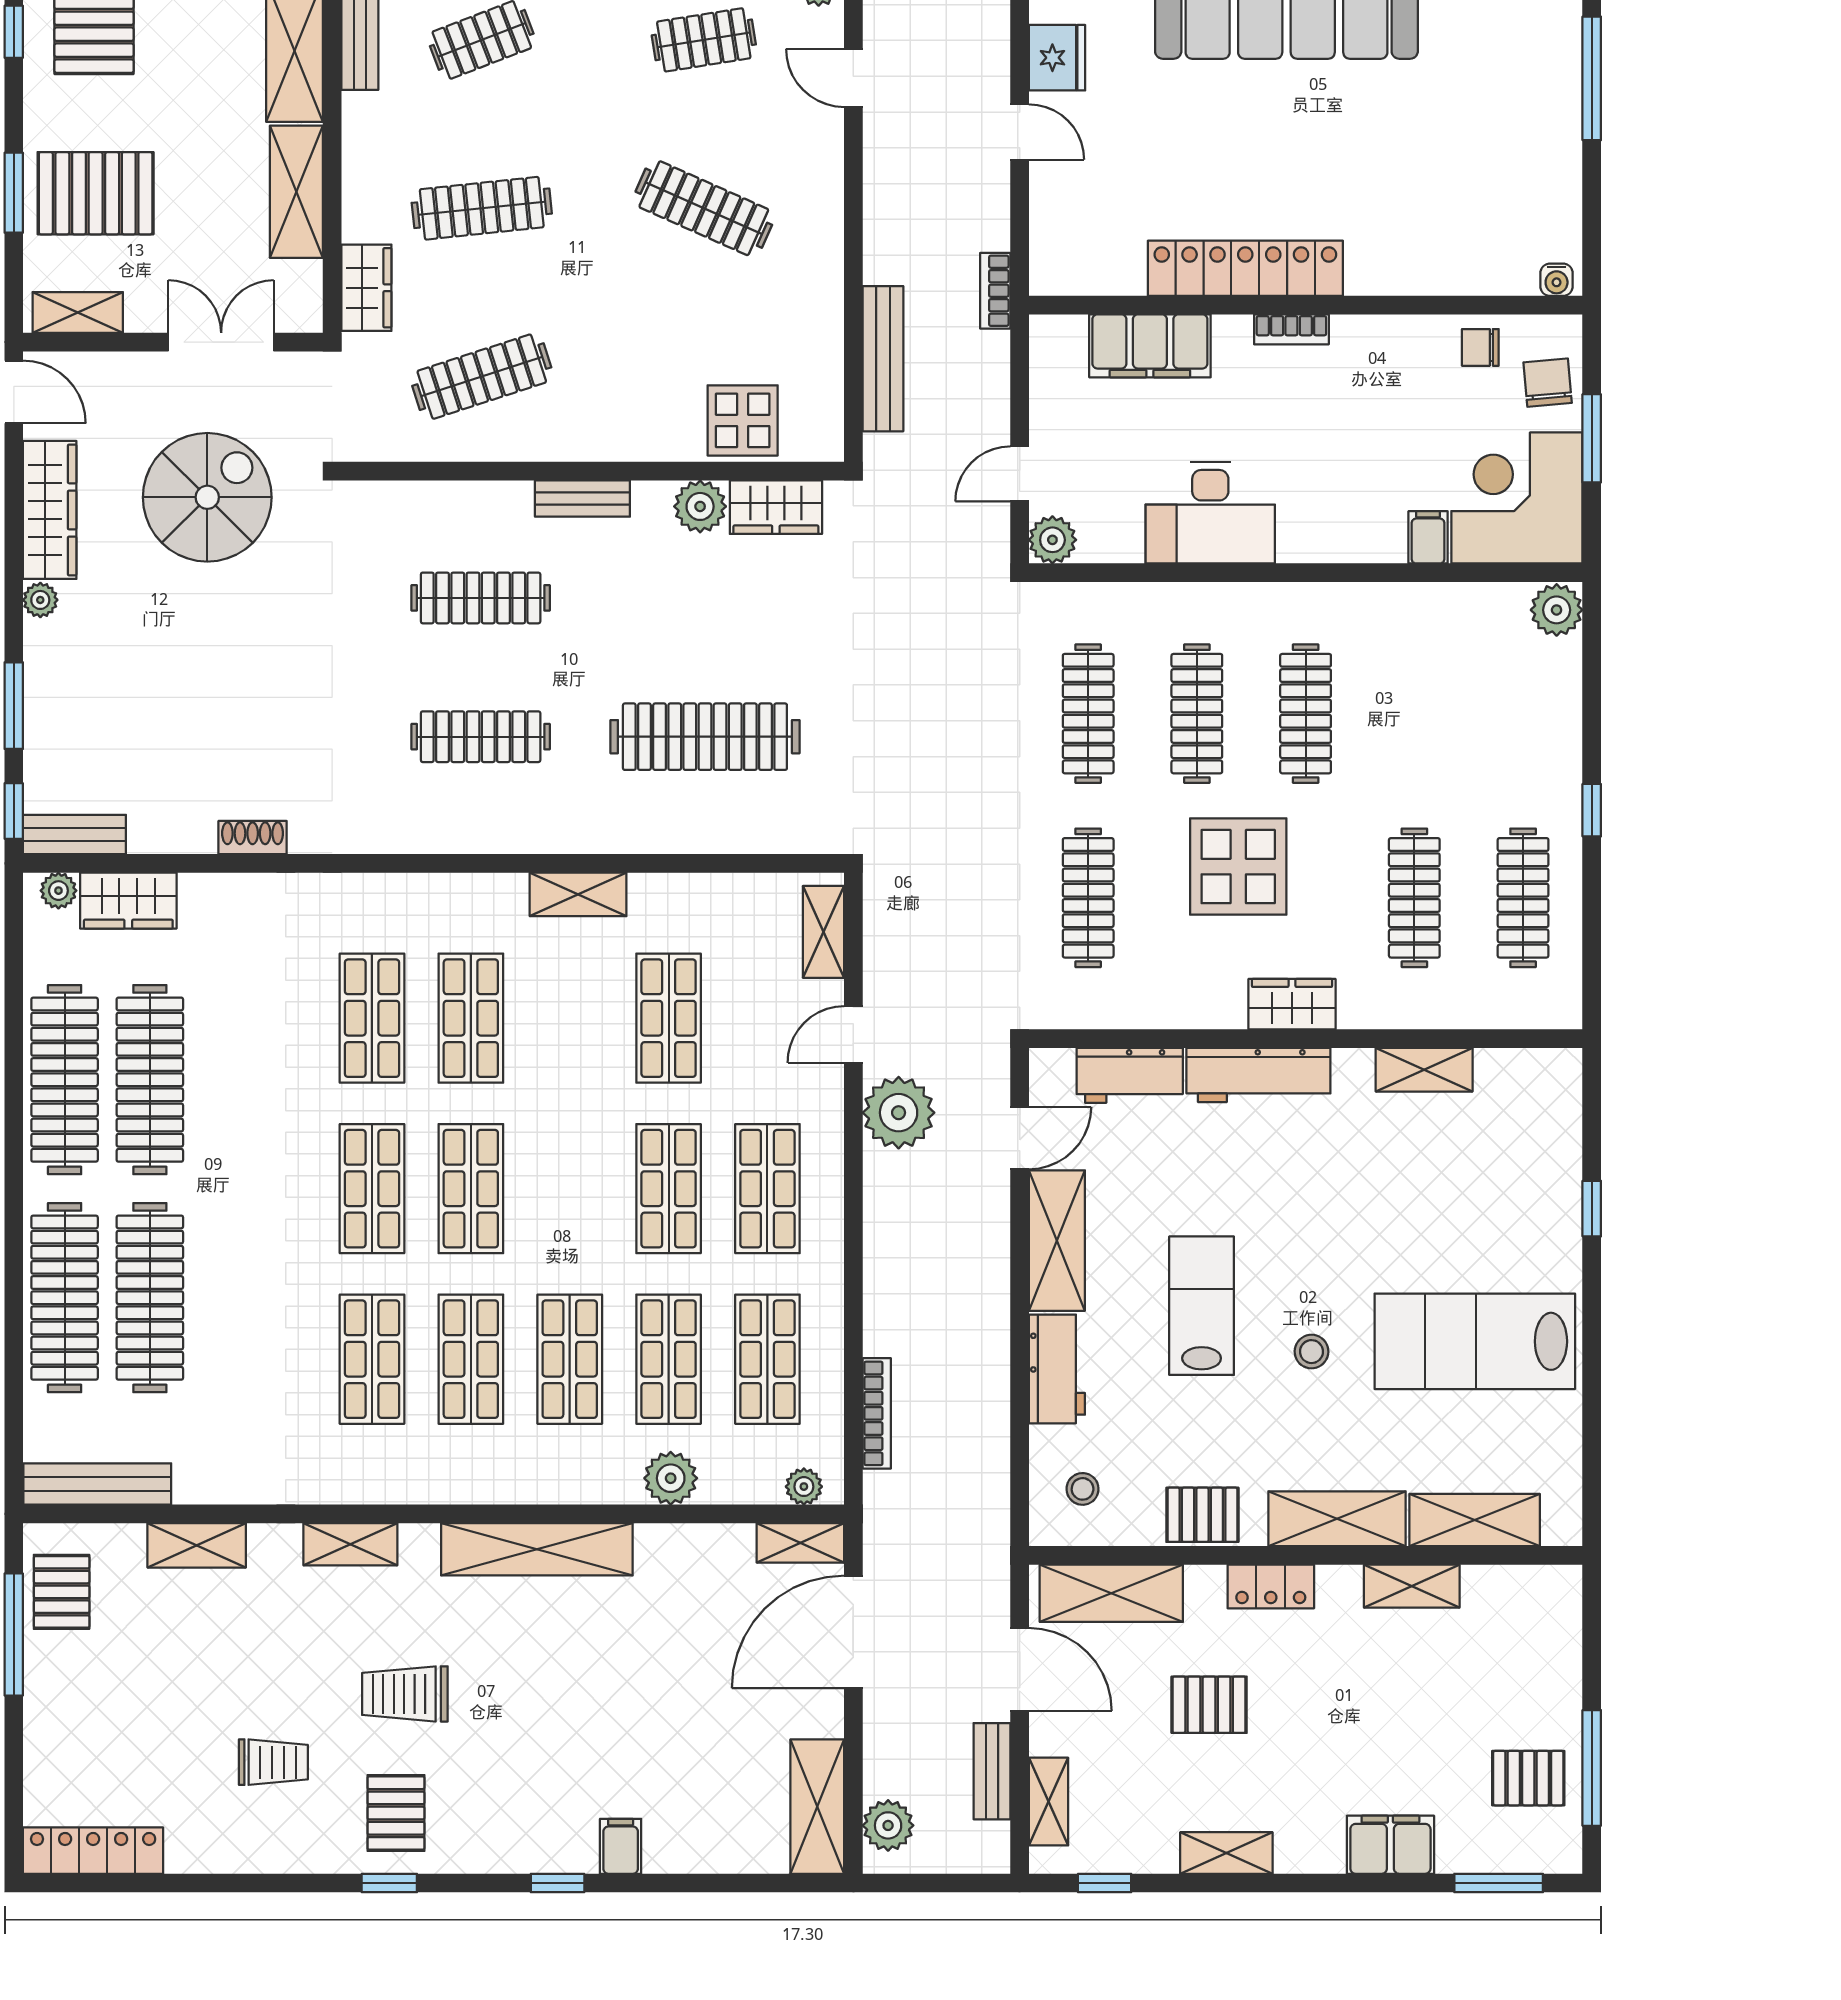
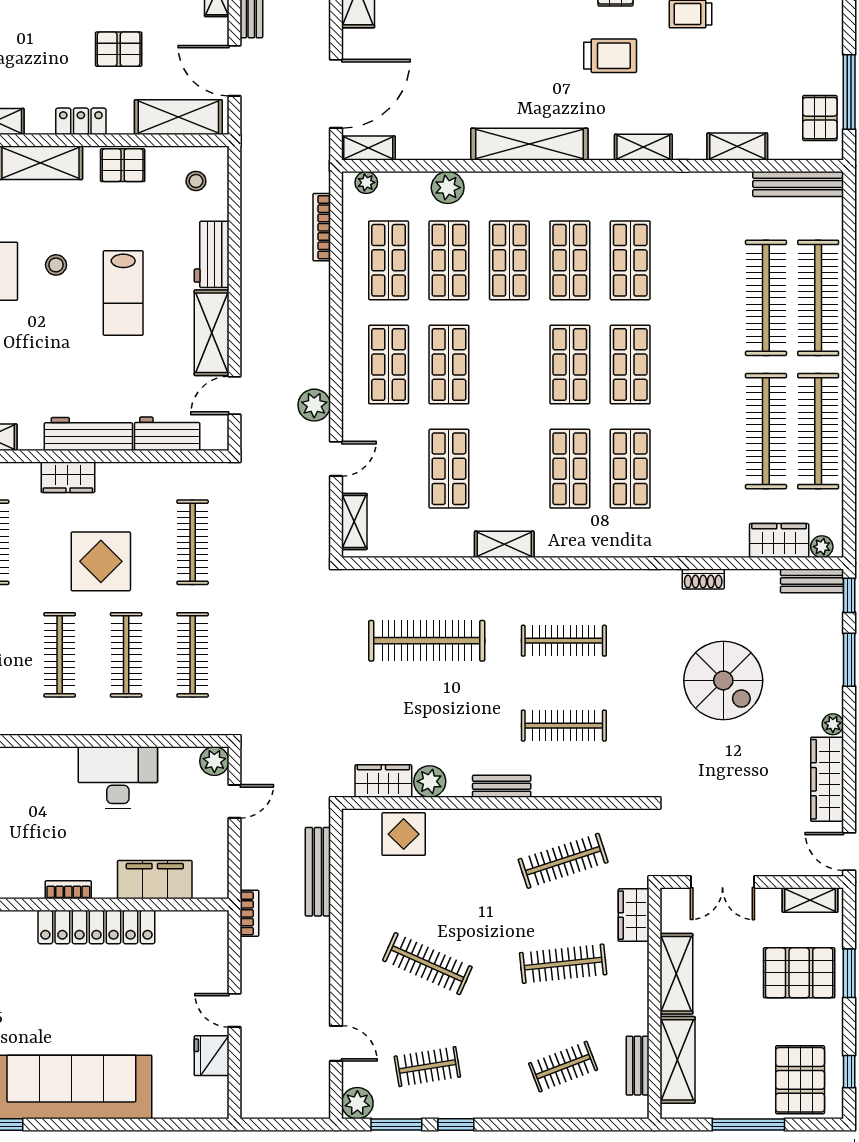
spiral stairs: (207, 497) -> (723, 680), moved, turned -90
plant: (899, 1113) -> (314, 405), width x0.73, depth x0.73

